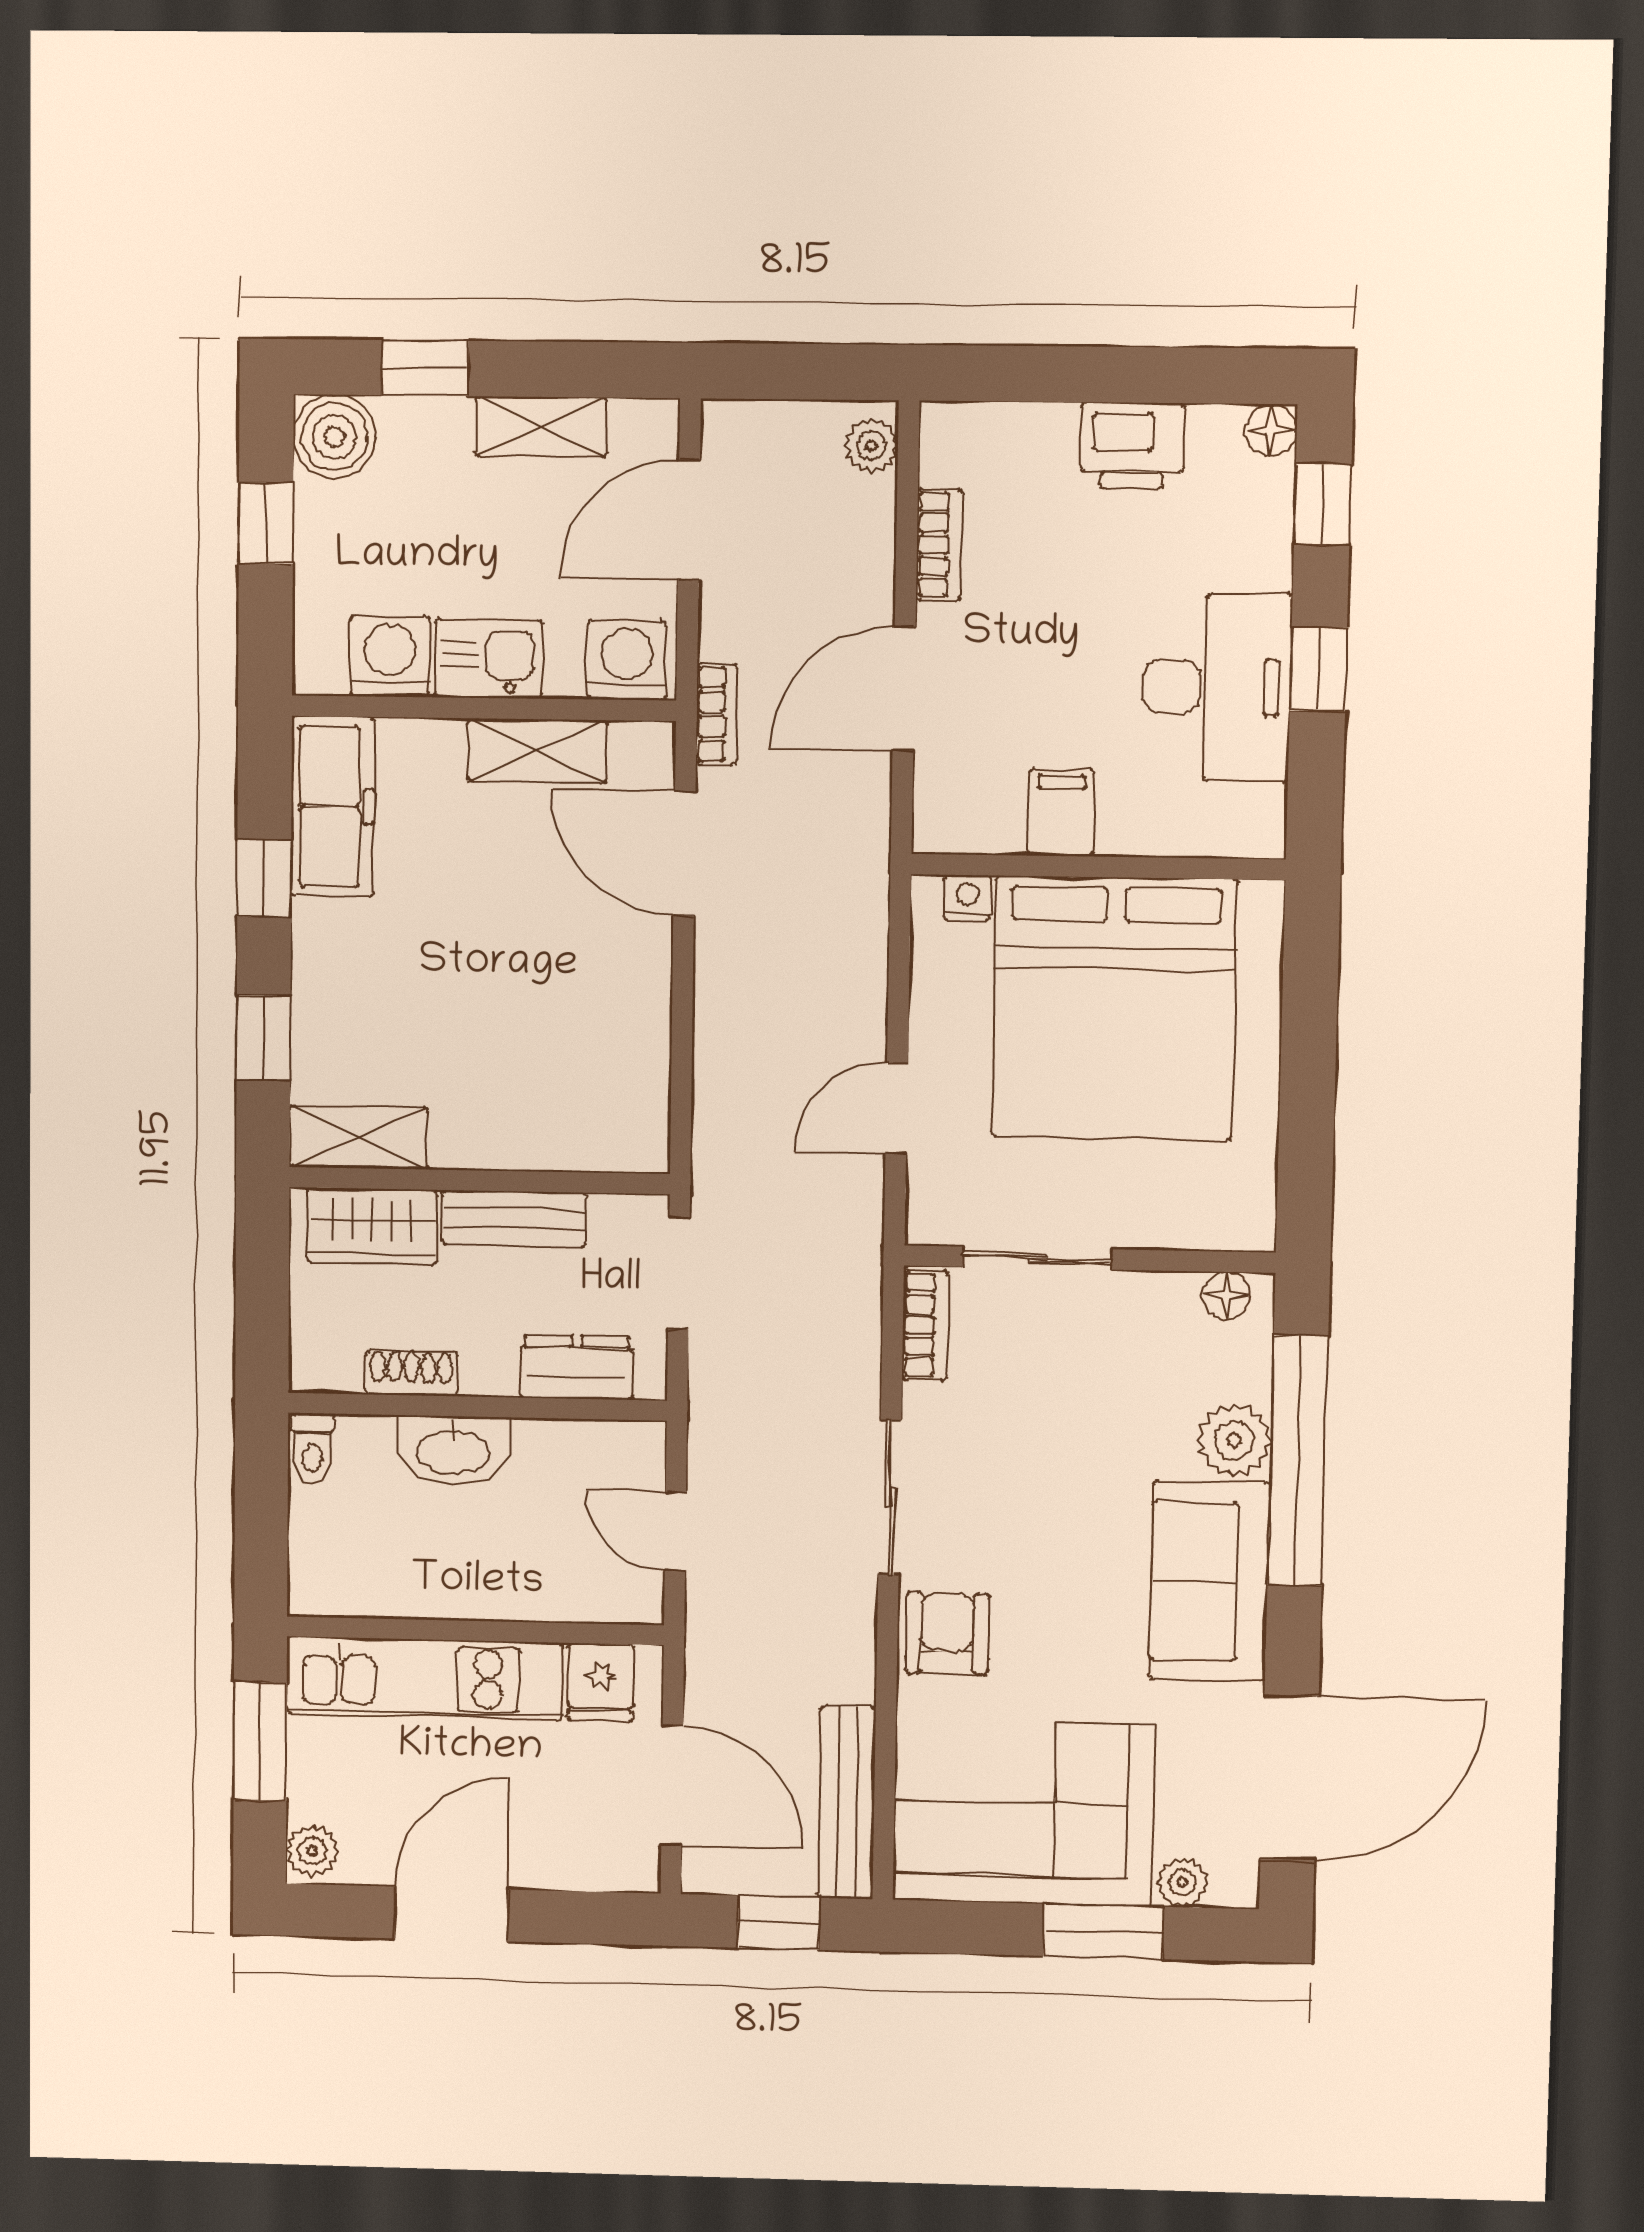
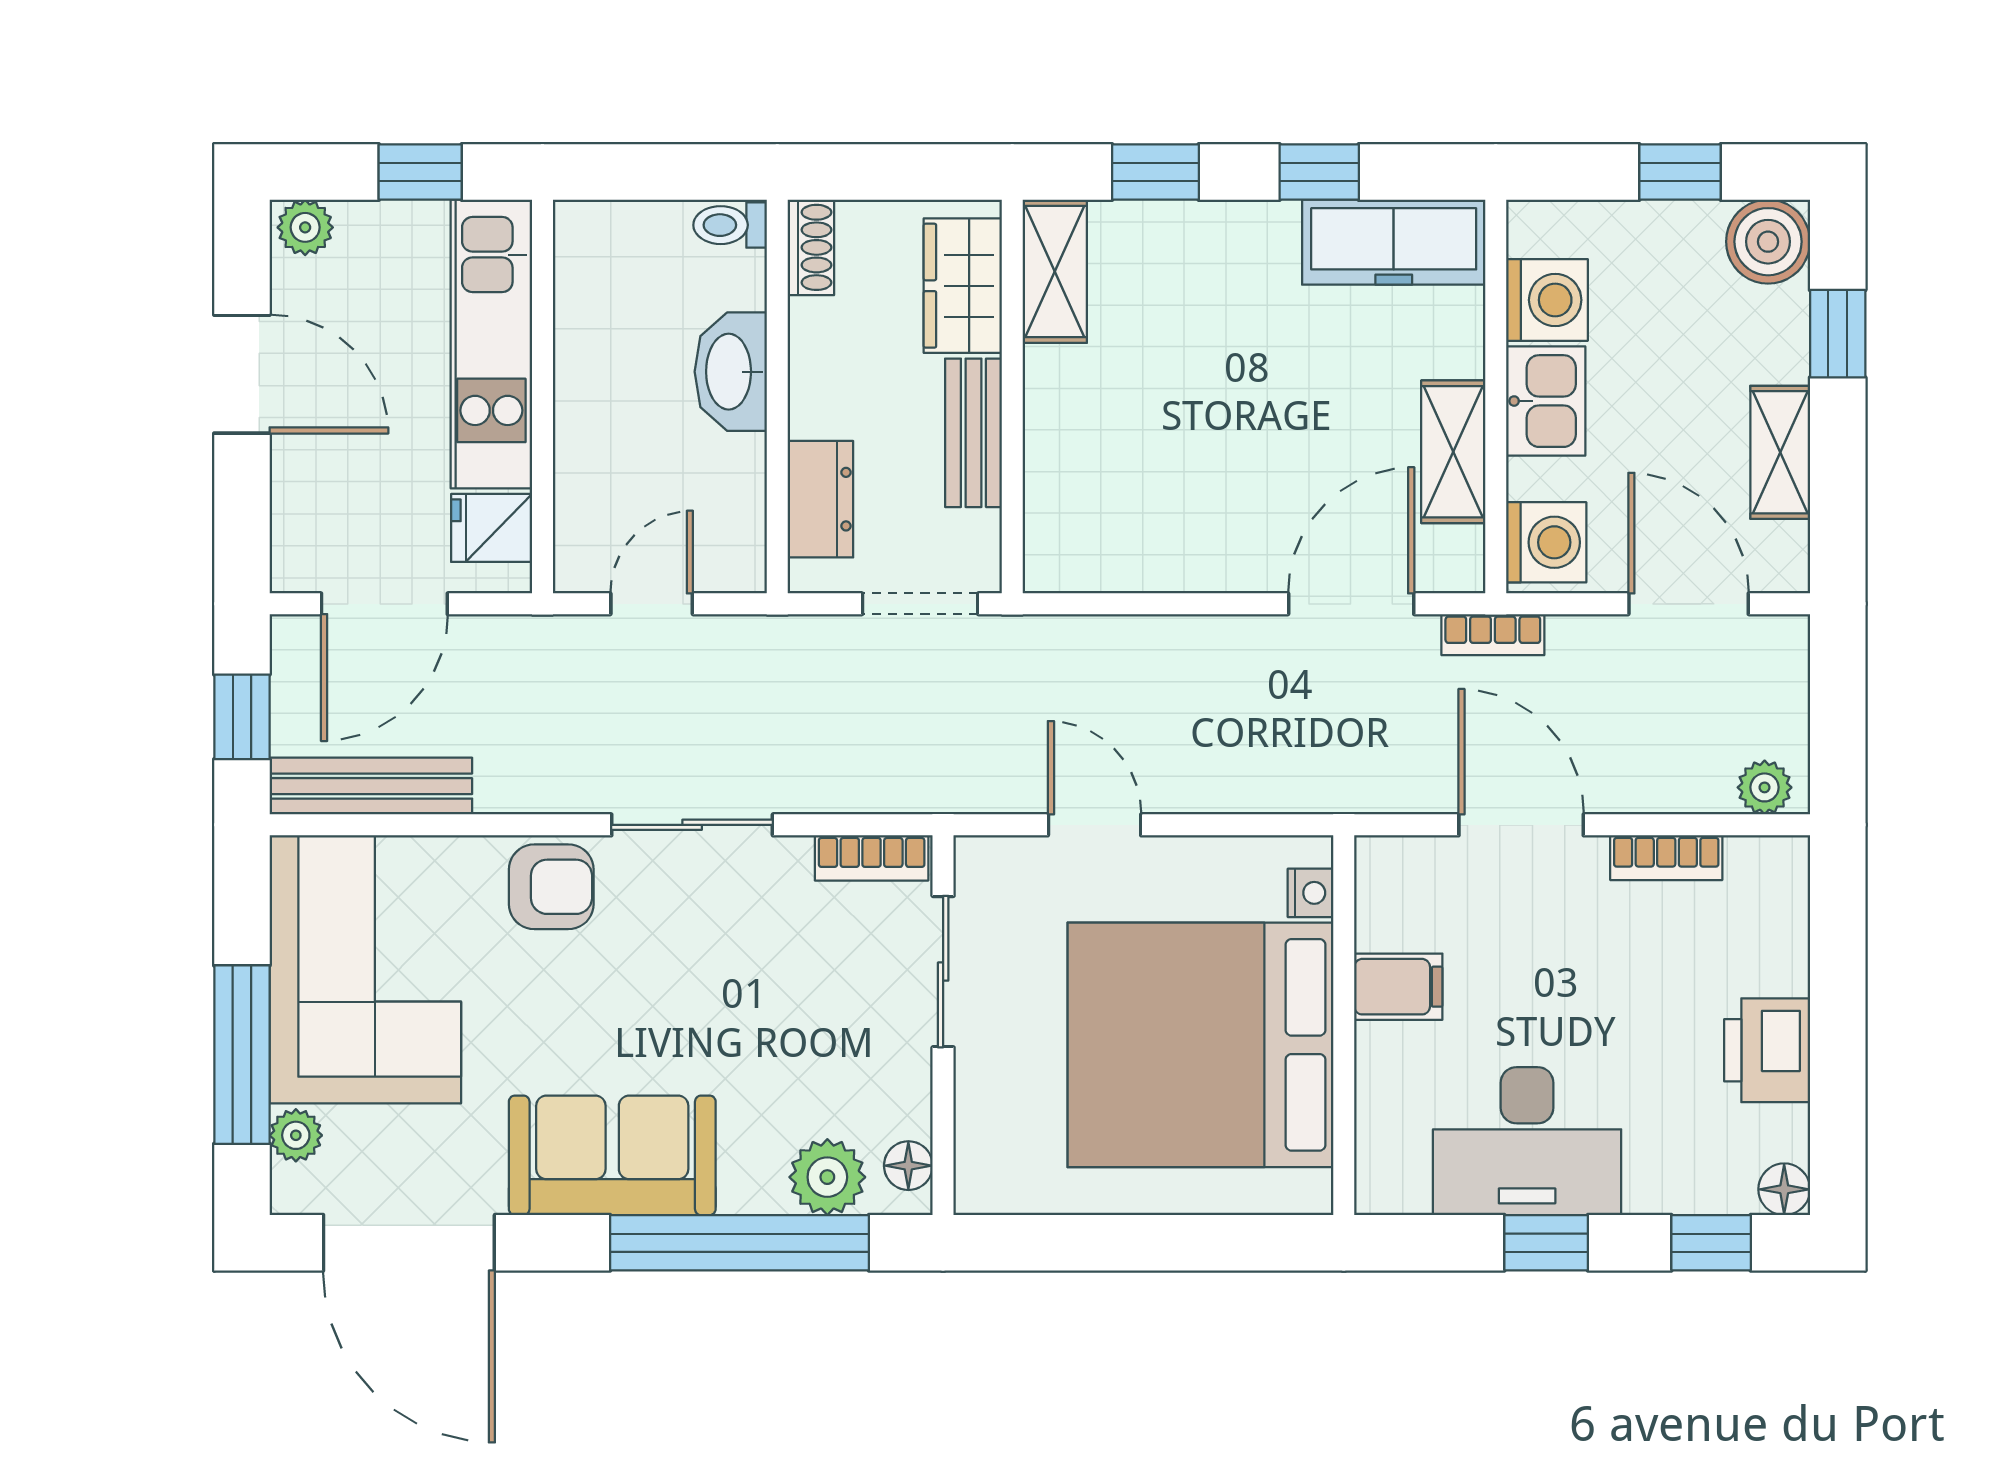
shoe rack: (411, 1373) -> (811, 247), moved
plant: (1234, 1440) -> (827, 1177), moved
window: (260, 1741) -> (420, 172), width x0.67
window: (1103, 1931) -> (242, 1055), width x1.44

